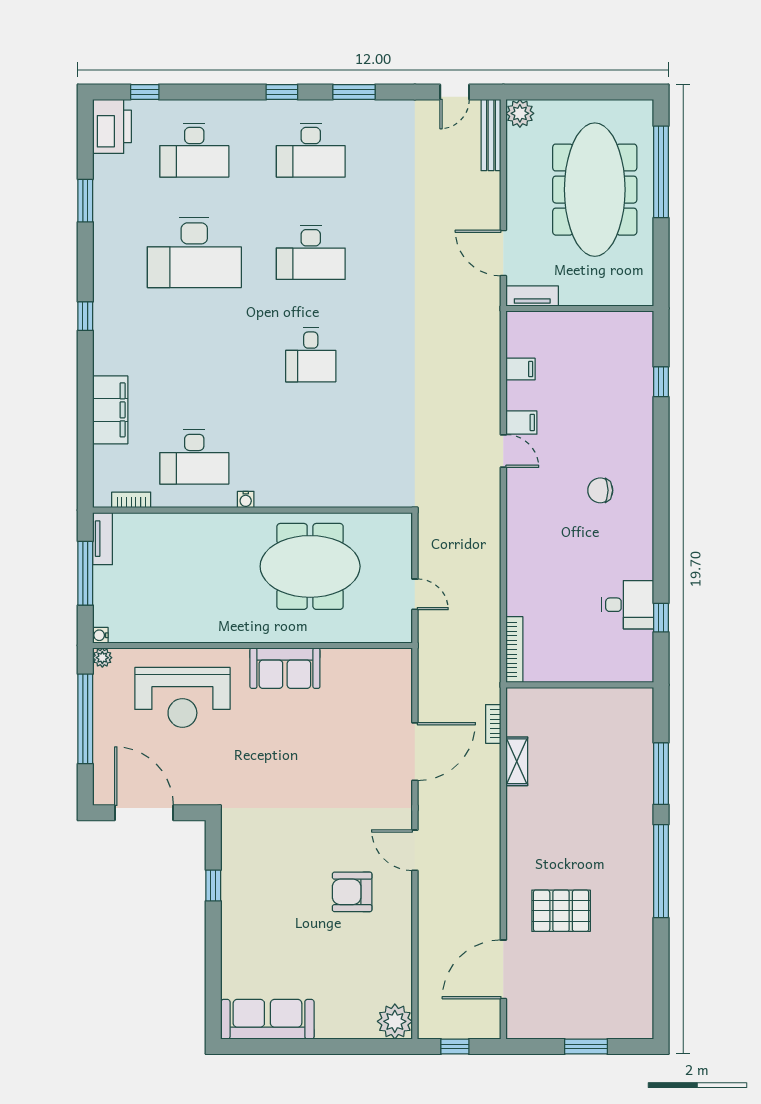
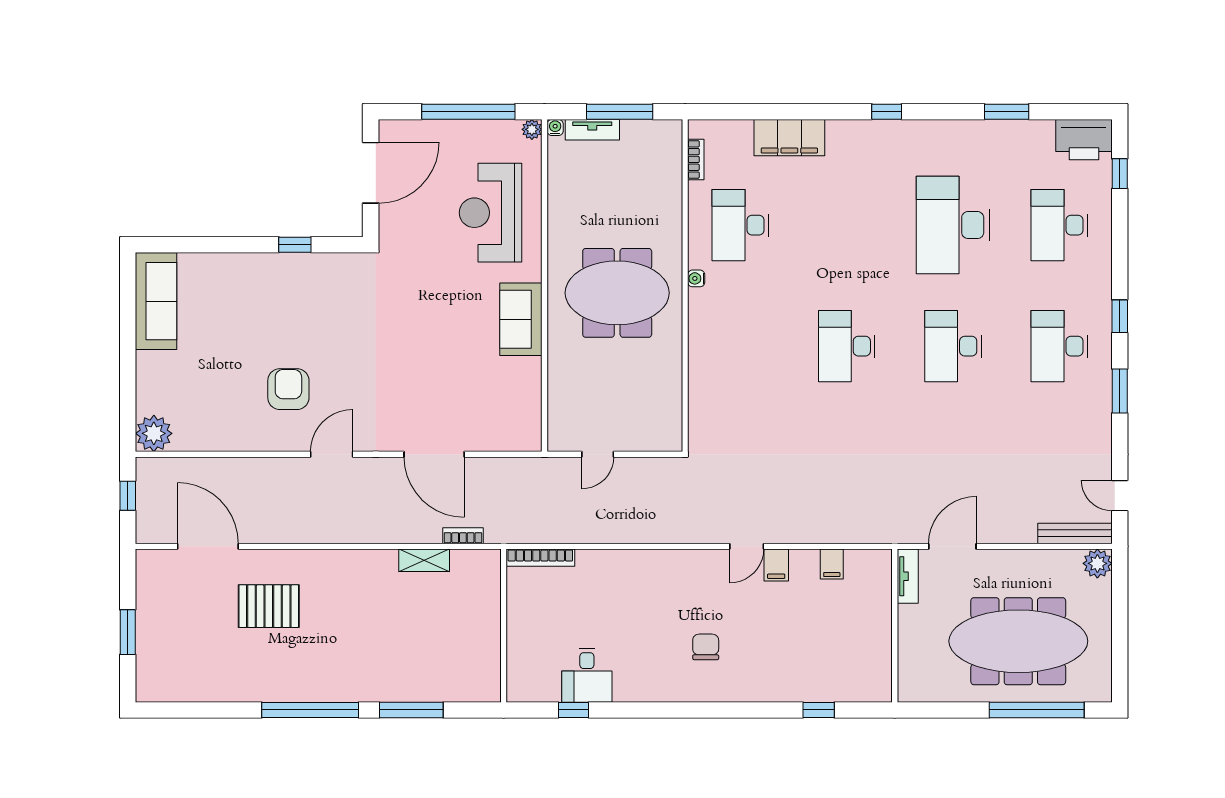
desk: (311, 355) -> (847, 346), width x1.37
tv unit: (103, 539) -> (592, 130), moved
meeting table: (310, 566) -> (617, 293), moved, turned 90
pallet: (561, 911) -> (269, 606), turned 90

